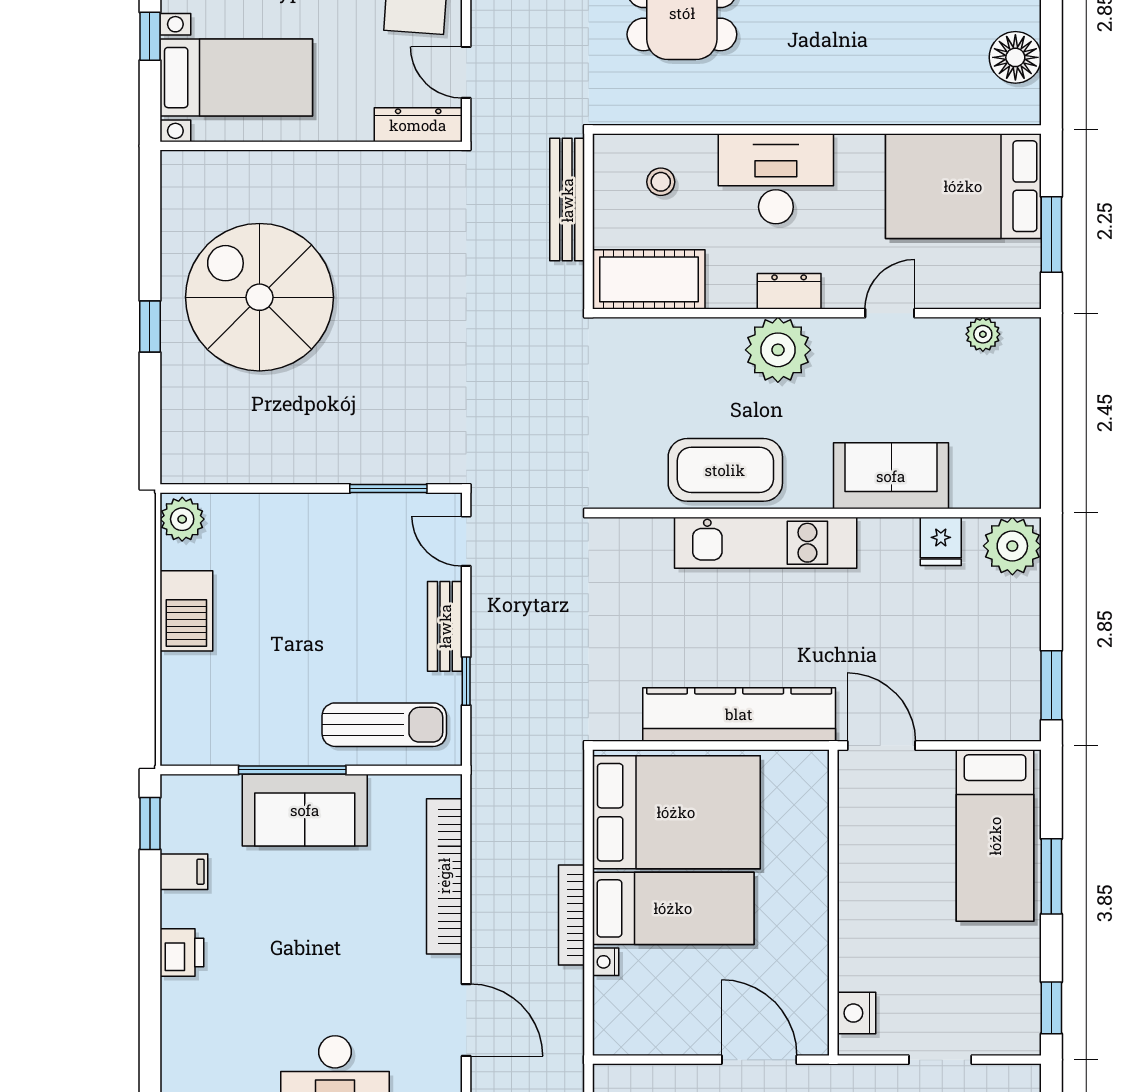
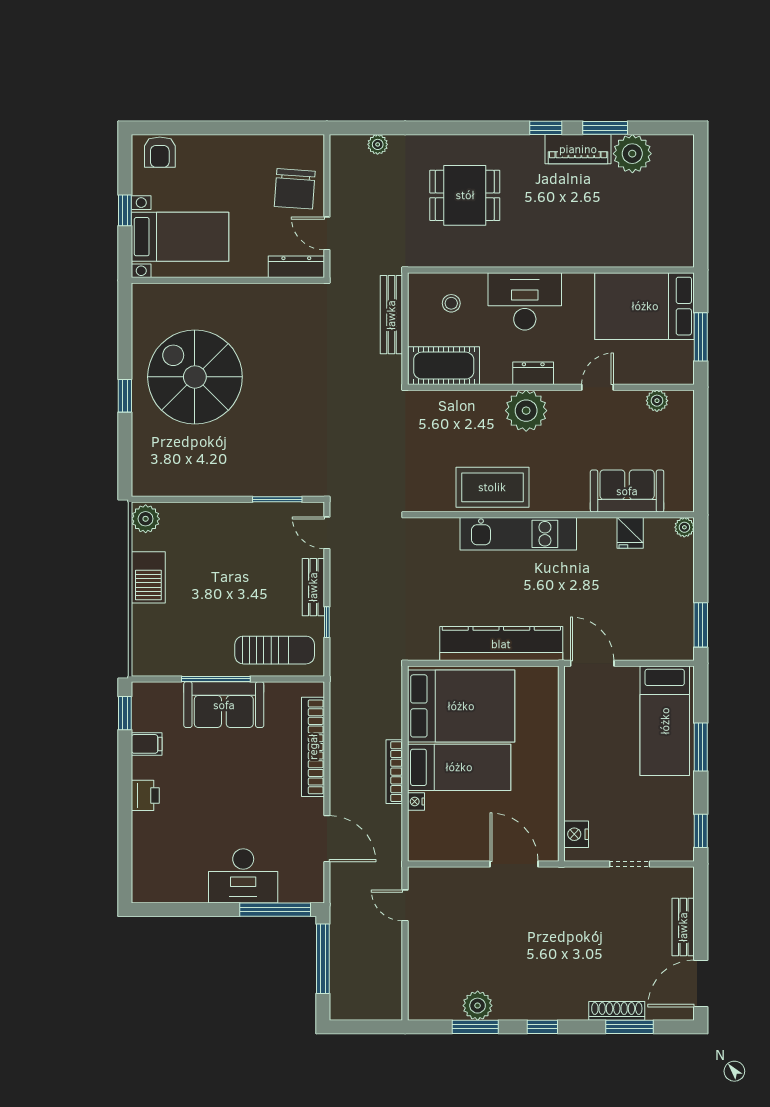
floor lamp: (1015, 57) -> (678, 224), removed
sofa: (891, 476) -> (627, 491), moved
plant: (1012, 546) -> (684, 527), width x0.53, depth x0.53

